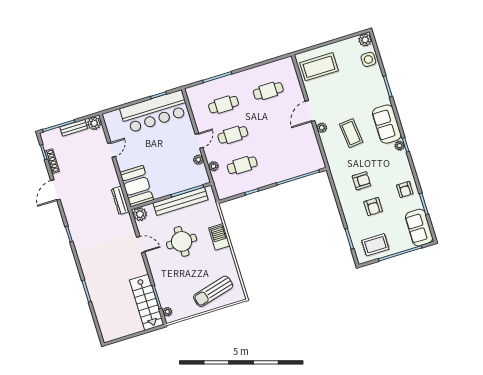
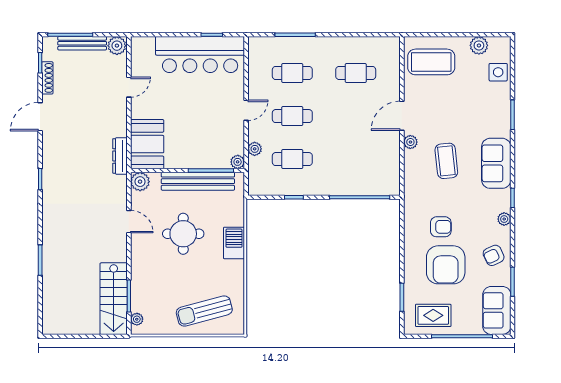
plant: (365, 40) -> (479, 45), moved
bench: (74, 128) -> (82, 43), width x1.36
plant: (400, 146) -> (504, 219), moved
plant: (198, 160) -> (238, 162), moved
armchair: (405, 189) -> (494, 255), turned 65
armchair: (373, 207) -> (446, 265), width x1.88, depth x1.88

